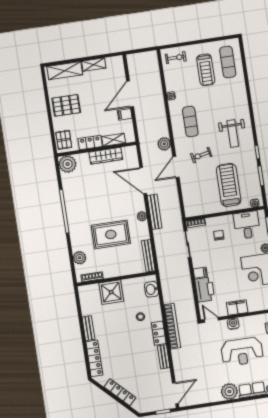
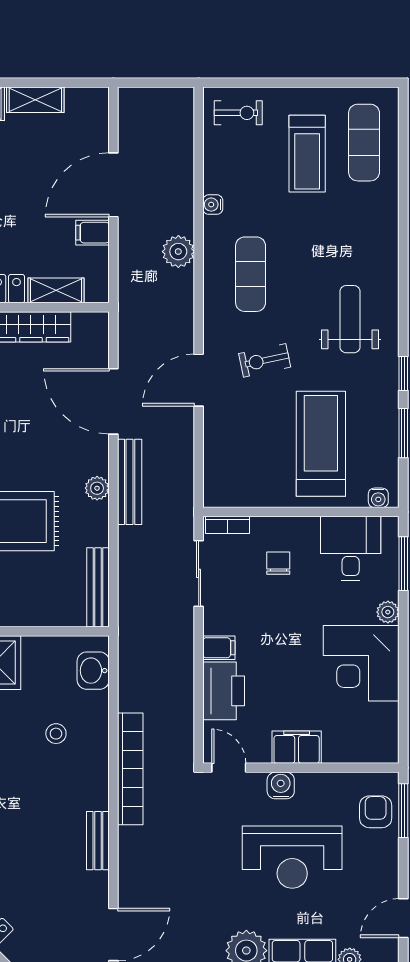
weight bench: (233, 133) -> (350, 319), turned 180
plant: (164, 144) -> (178, 252), moved
locker: (159, 333) -> (95, 781), removed

